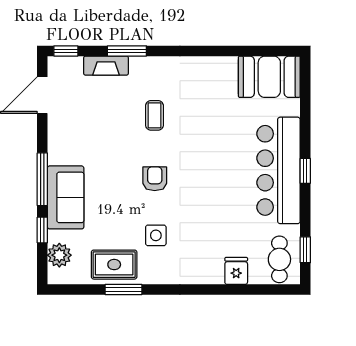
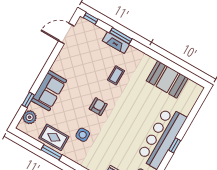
fireplace: (106, 66) -> (116, 43), moved
booth: (269, 77) -> (167, 79), moved
window: (42, 179) -> (43, 75), removed

